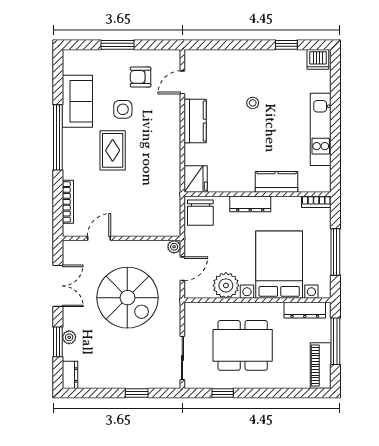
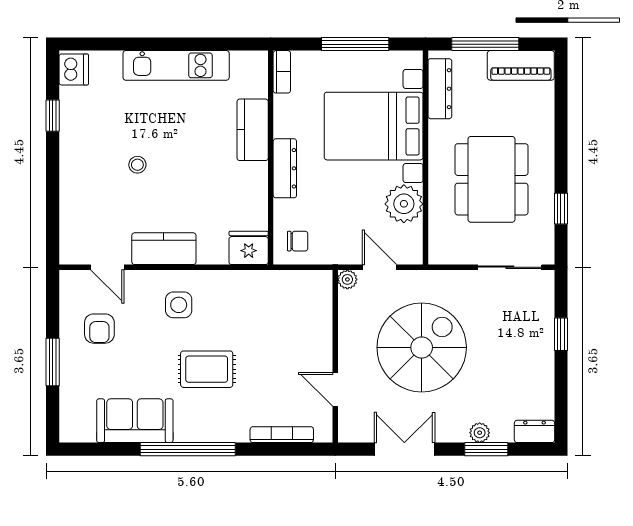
side table: (123, 109) -> (179, 305), moved
chair: (200, 213) -> (298, 241), width x0.54, depth x0.54

